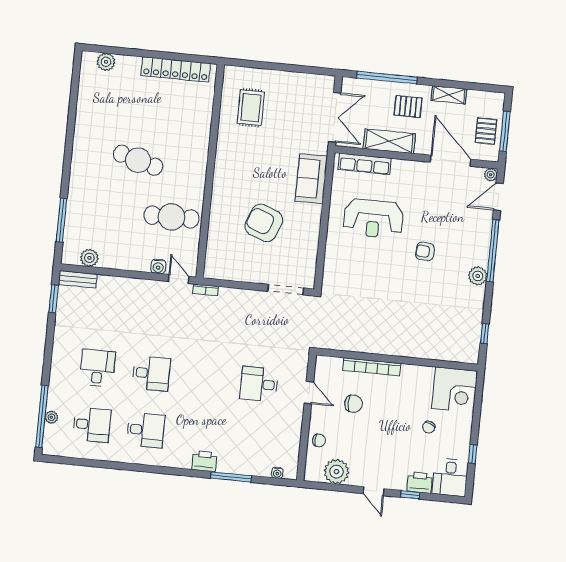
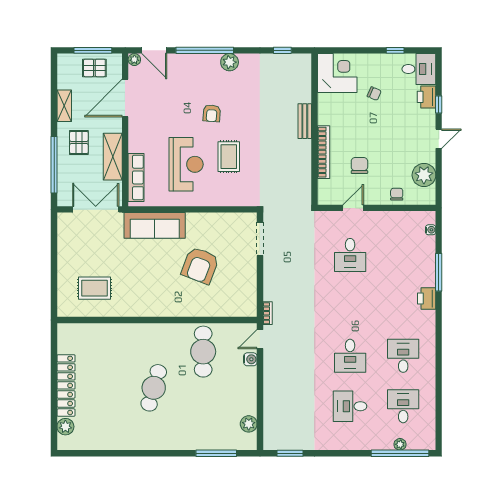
locker: (176, 69) -> (66, 385), moved
sofa: (311, 179) -> (155, 225), width x1.36
rug: (377, 265) -> (229, 157), added
bench: (78, 279) -> (305, 121), moved
desk: (151, 373) -> (350, 356), turned 180

